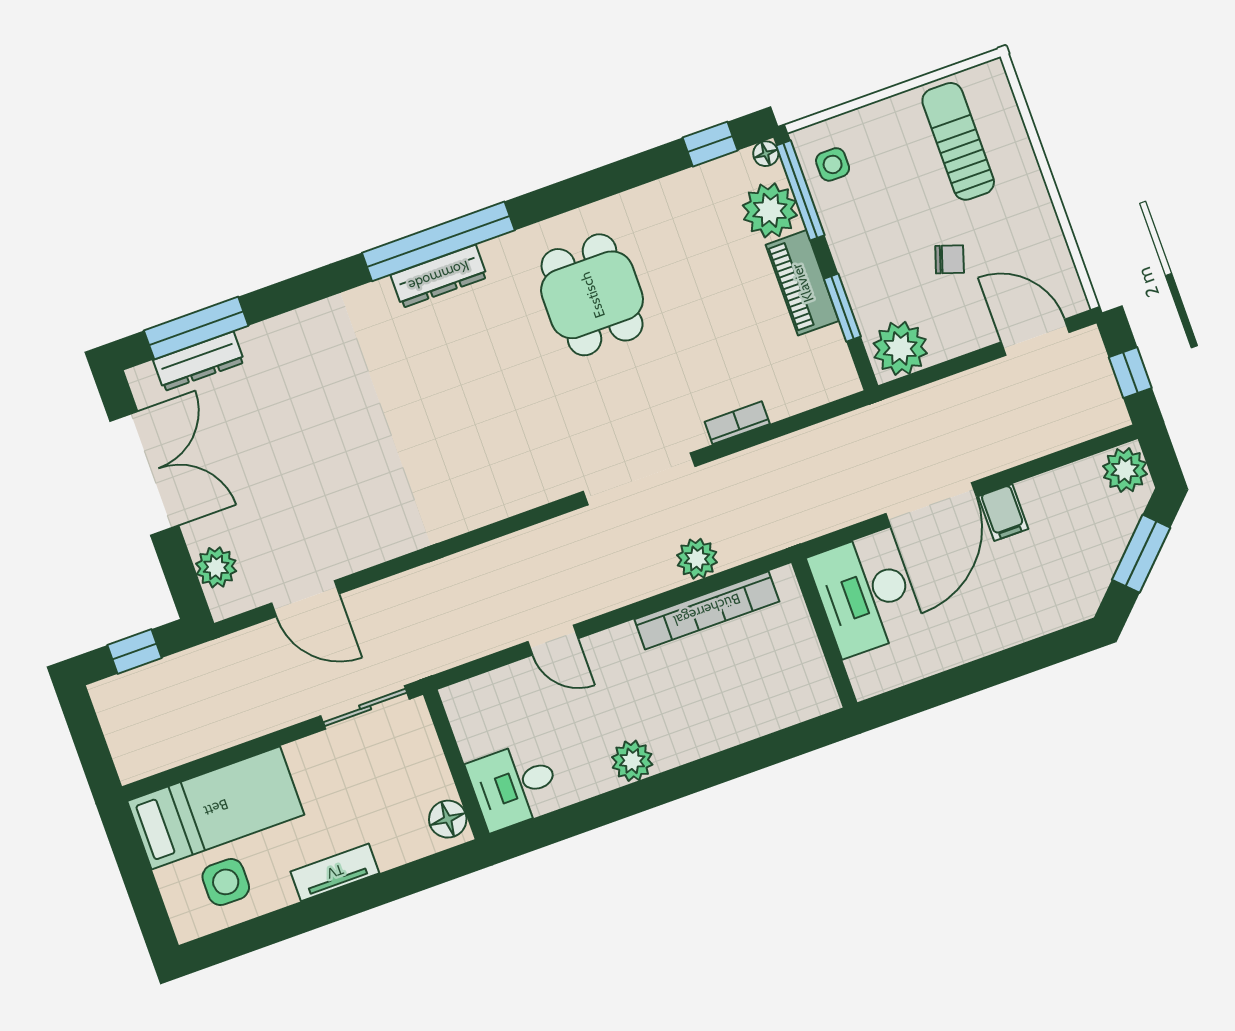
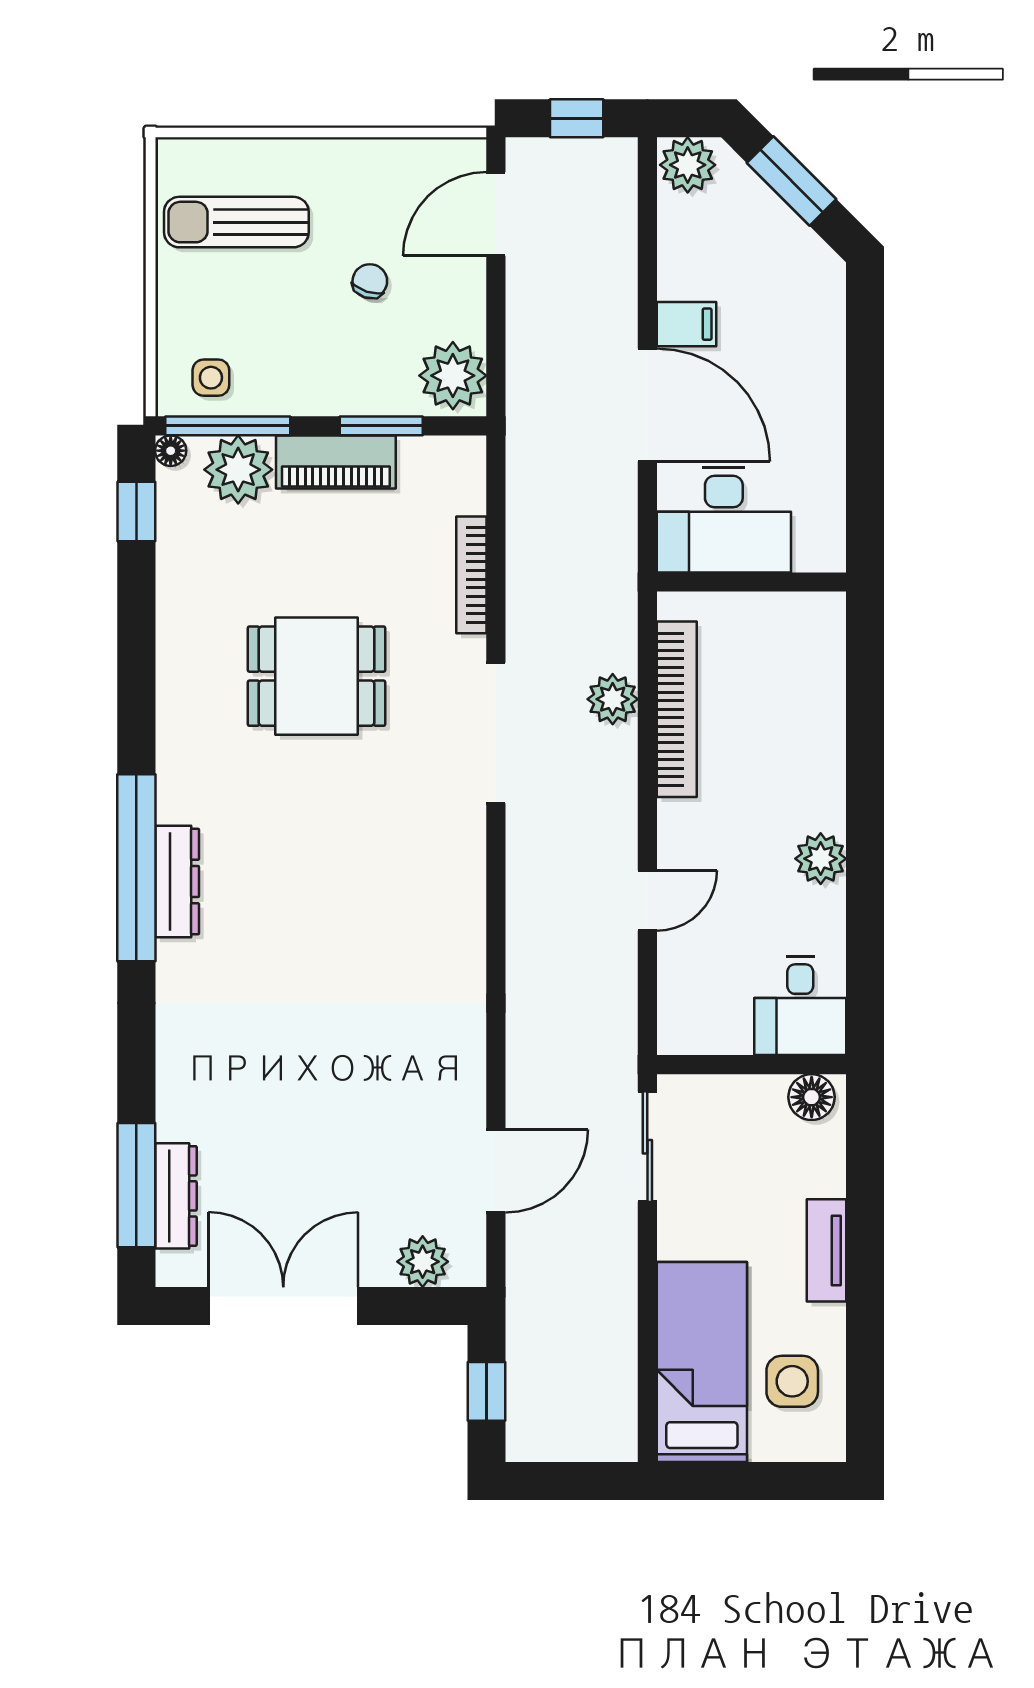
dining table: (592, 295) -> (316, 676), moved
bookcase: (737, 423) -> (471, 575), width x1.56

